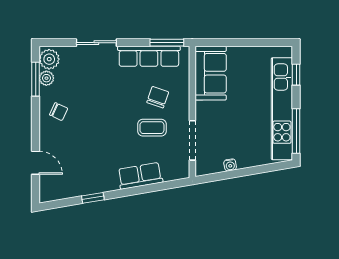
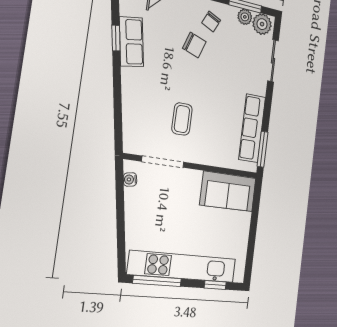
sliding door: (96, 43) -> (273, 61), moved
chair: (158, 97) -> (194, 45), moved
water cooler: (230, 165) -> (130, 179), moved
row of seats: (140, 176) -> (131, 42), moved

